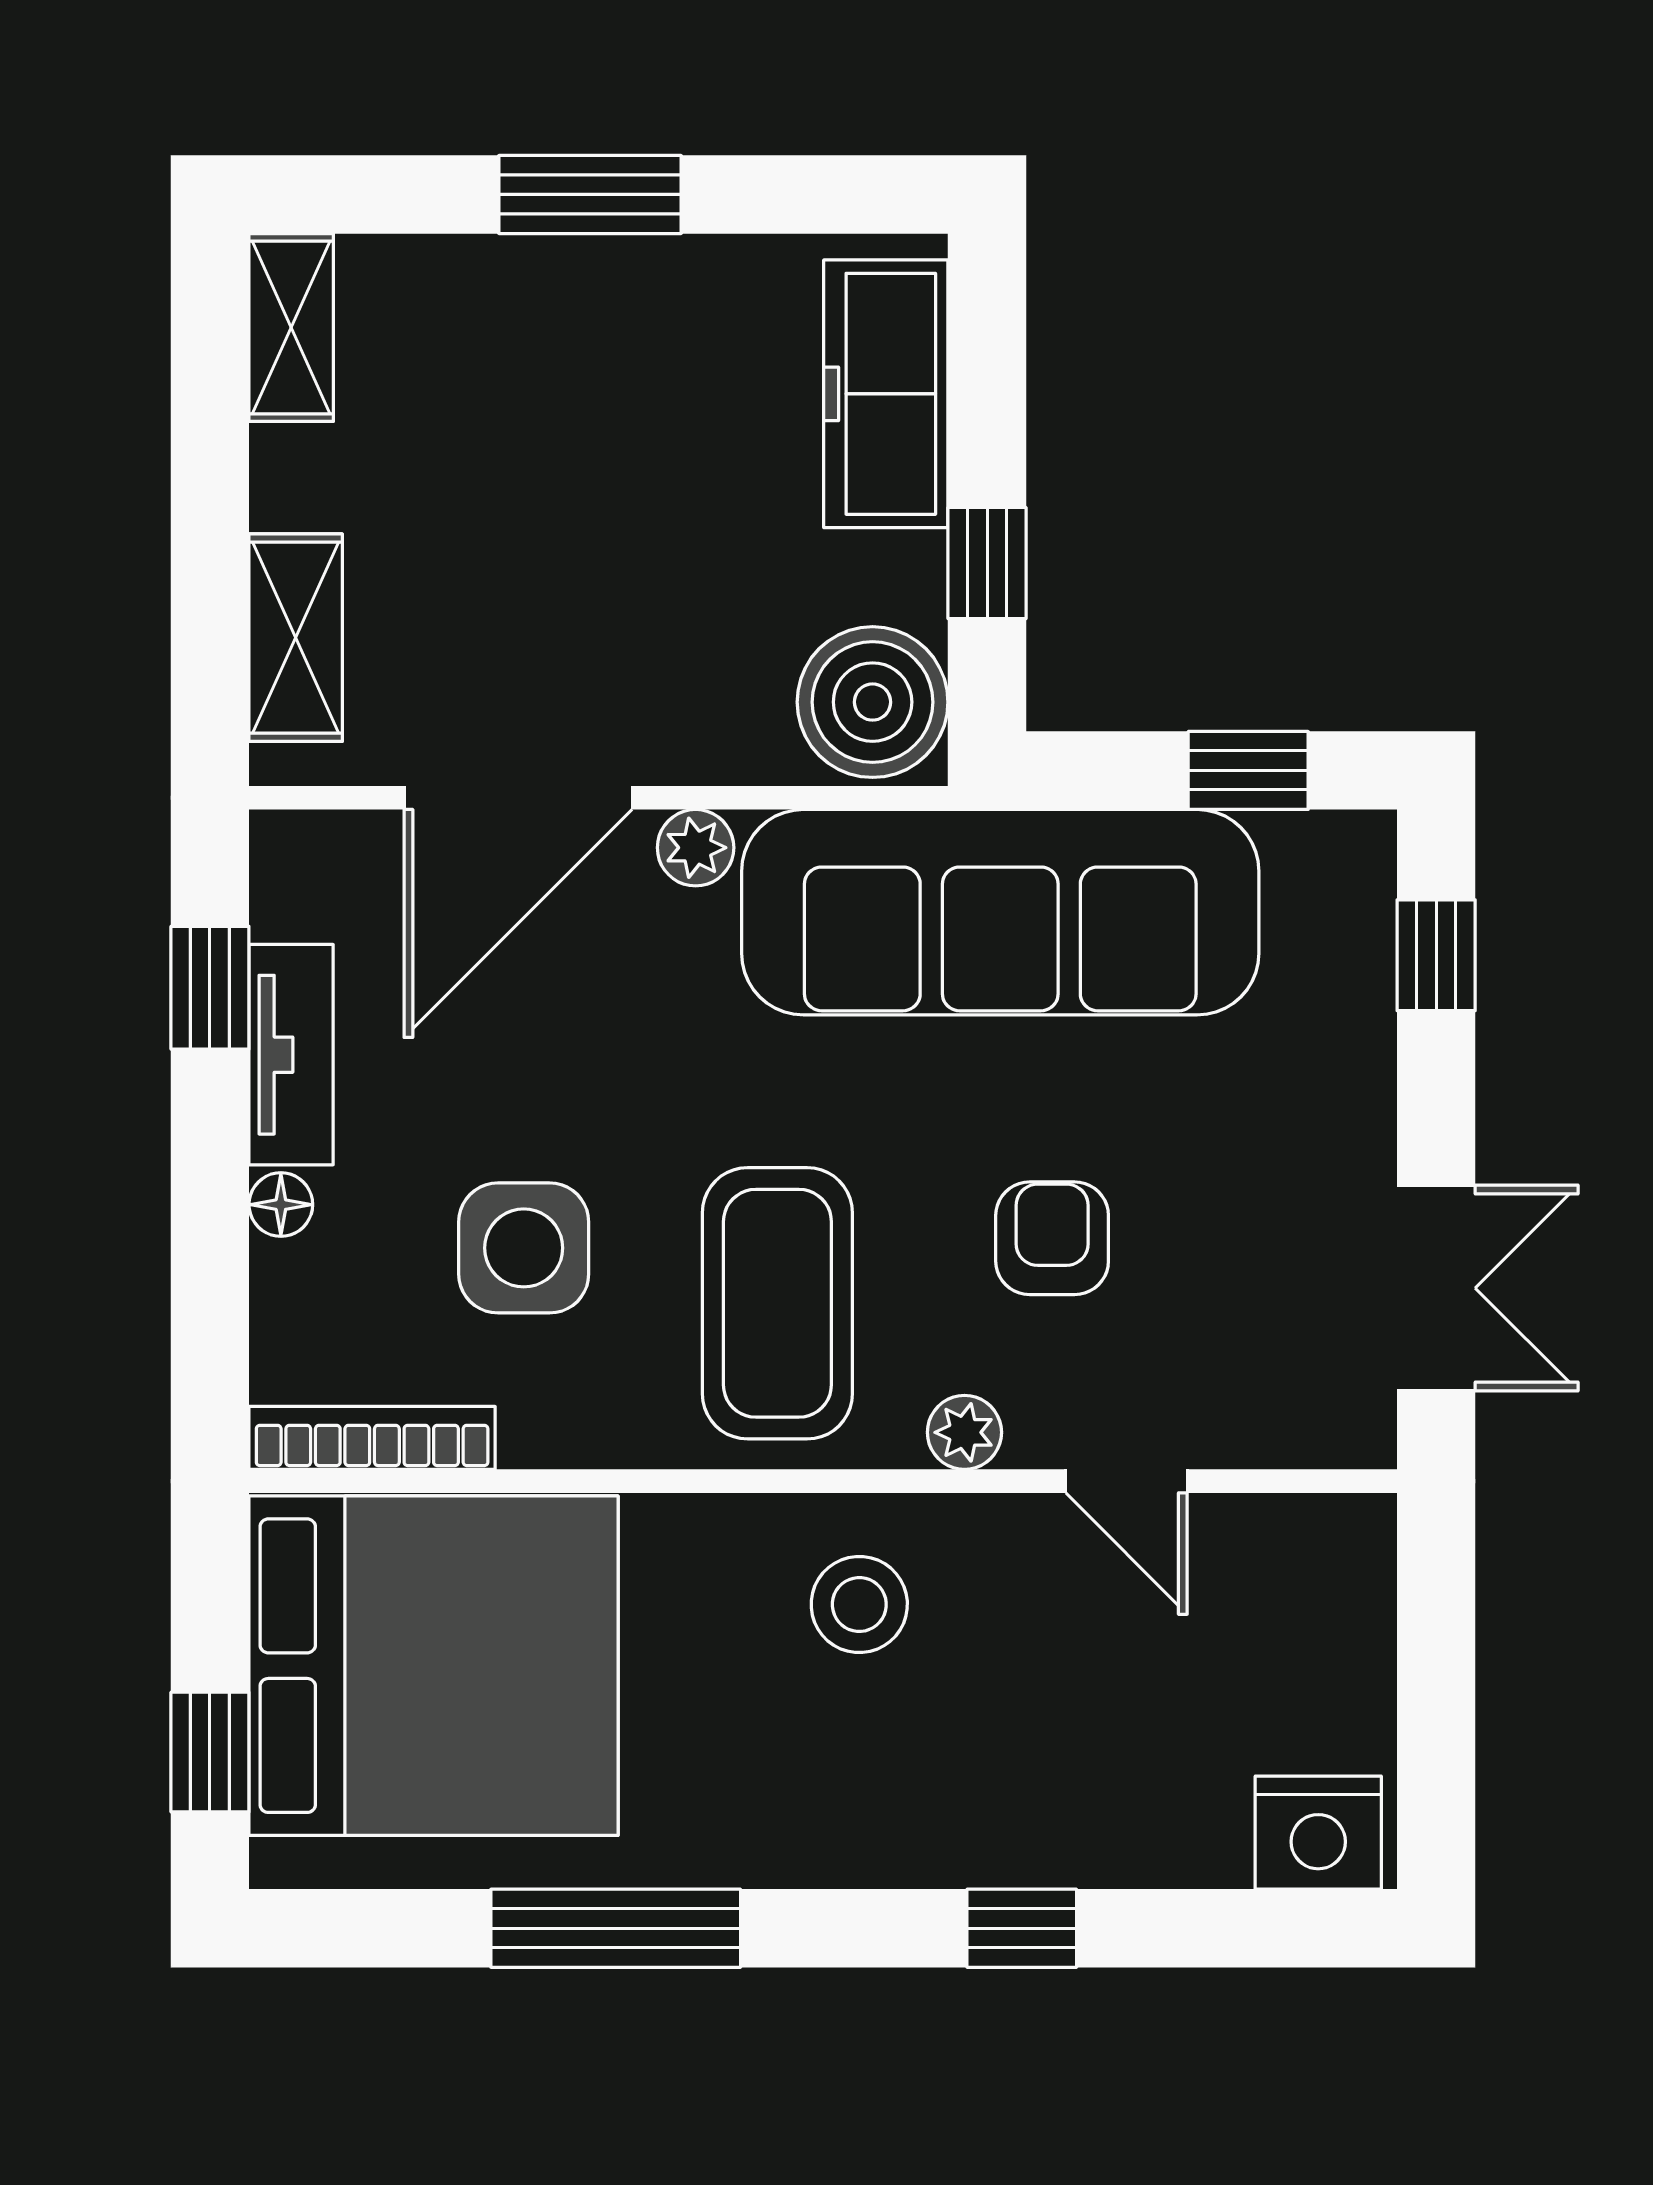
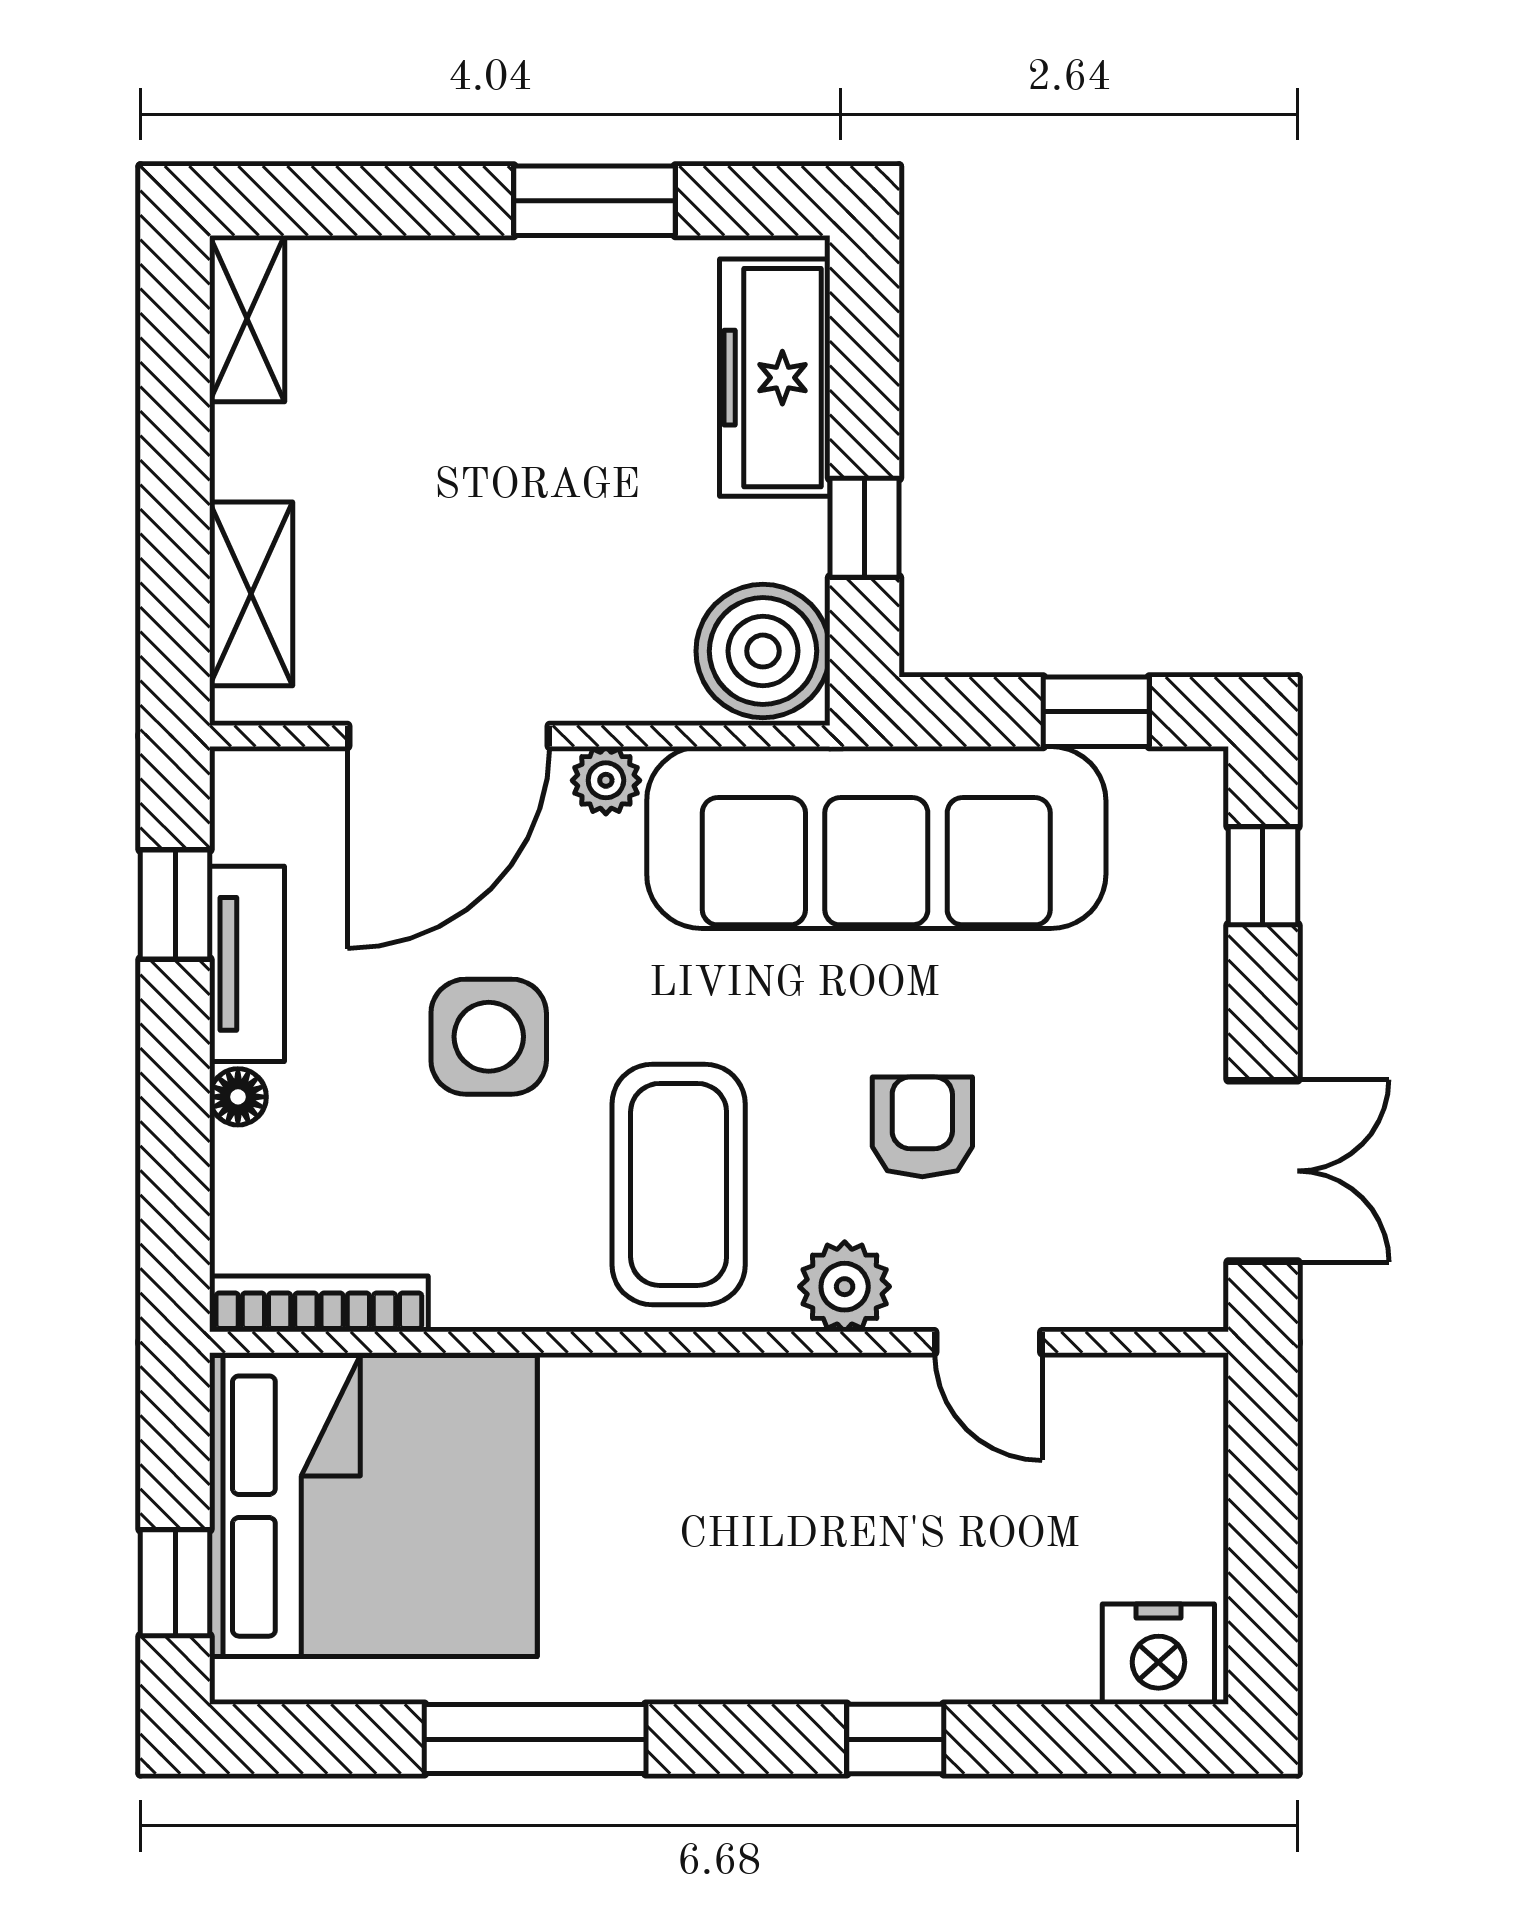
window: (590, 194) -> (595, 201), moved
side table: (524, 1248) -> (489, 1037), moved
plant: (964, 1432) -> (845, 1287), width x1.38, depth x1.38
stool: (859, 1605) -> (751, 1452), removed

